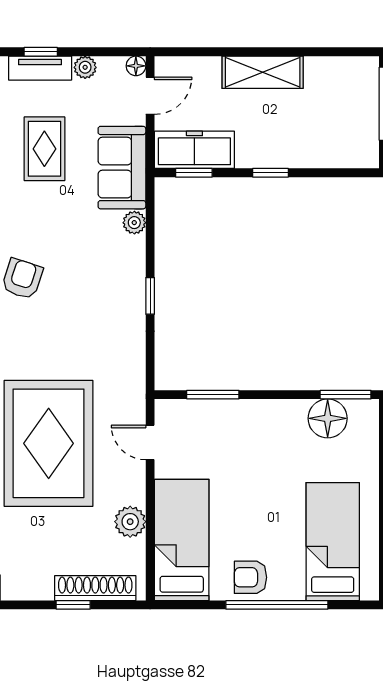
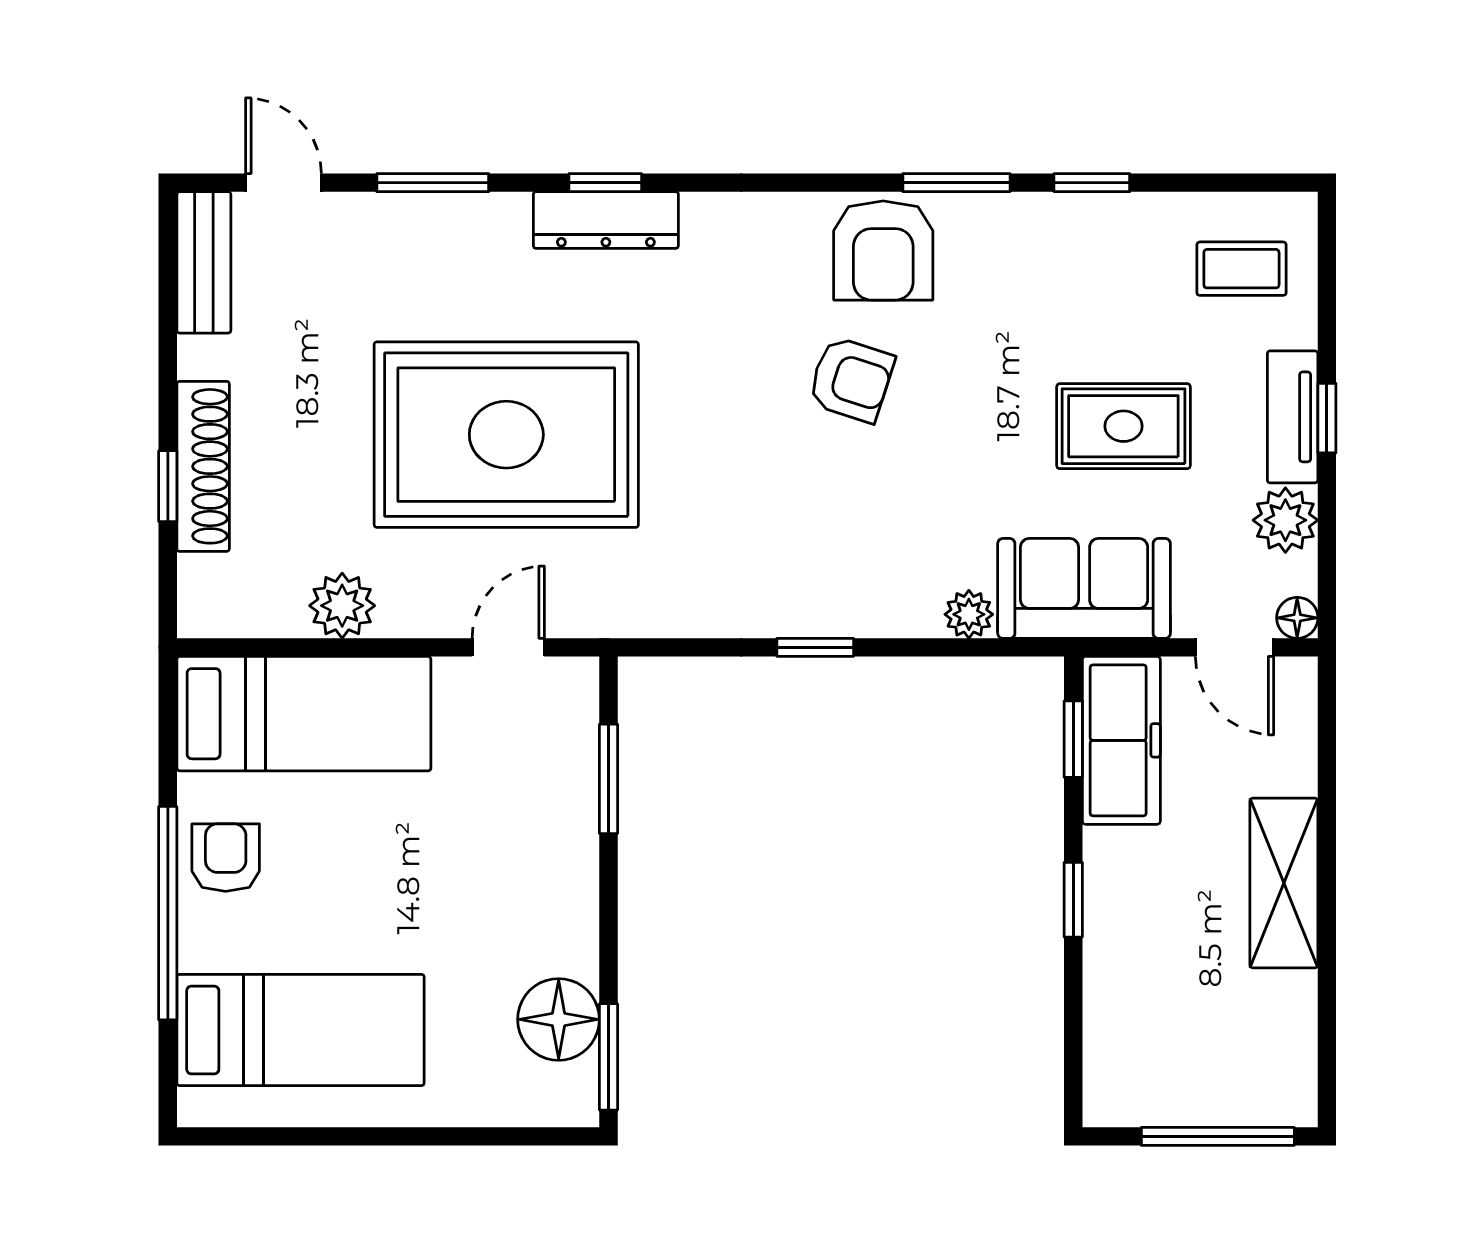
plant: (85, 67) -> (1285, 520), width x1.38, depth x1.38
shoe rack: (95, 588) -> (203, 466), moved

